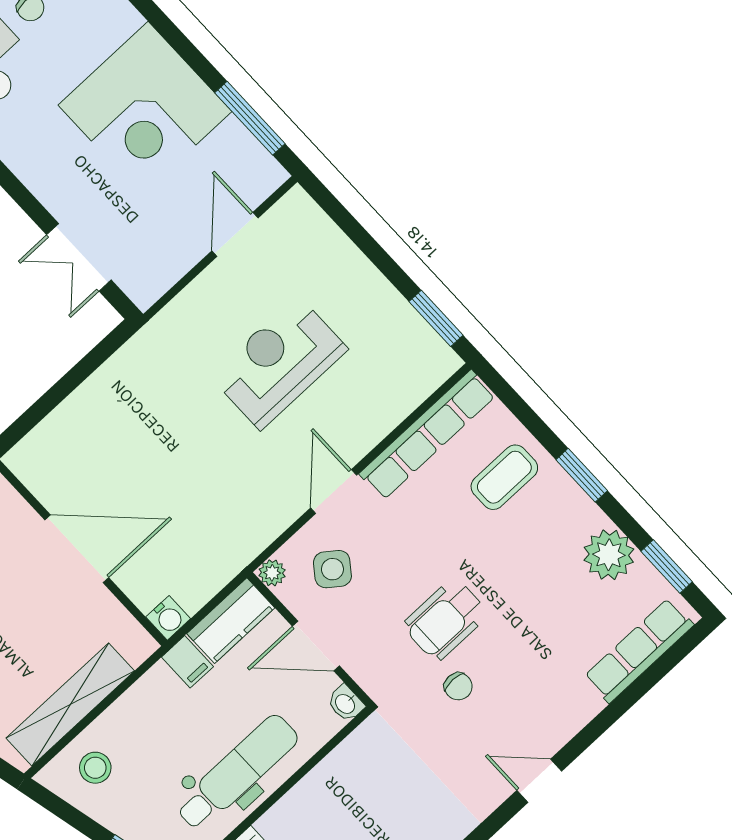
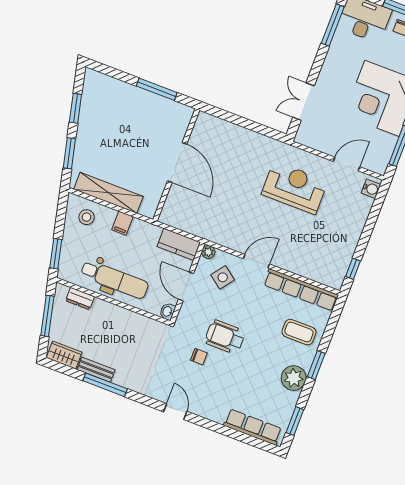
window: (436, 318) -> (353, 269), width x0.67
reception desk: (279, 363) -> (295, 188), moved
plant: (609, 555) -> (294, 378), moved
water cooler: (168, 618) -> (371, 189), moved, turned -90
filing cabinet: (187, 662) -> (122, 223), moved
chair: (458, 686) -> (199, 357), turned -90

